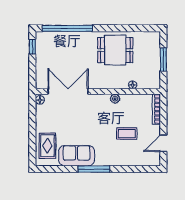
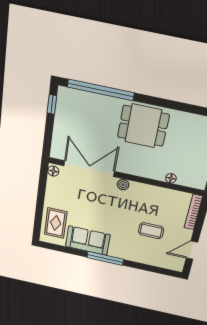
dining table: (115, 50) -> (143, 126), moved
plant: (115, 99) -> (123, 185), moved

